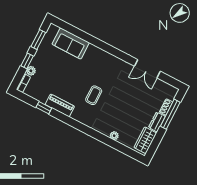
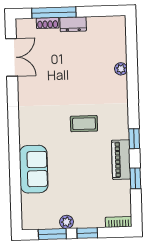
sofa: (71, 43) -> (34, 169), moved
double door: (147, 69) -> (12, 57), moved
plant: (31, 71) -> (66, 222), moved
window: (68, 120) -> (134, 139), added
wardrobe: (145, 140) -> (105, 26), removed

